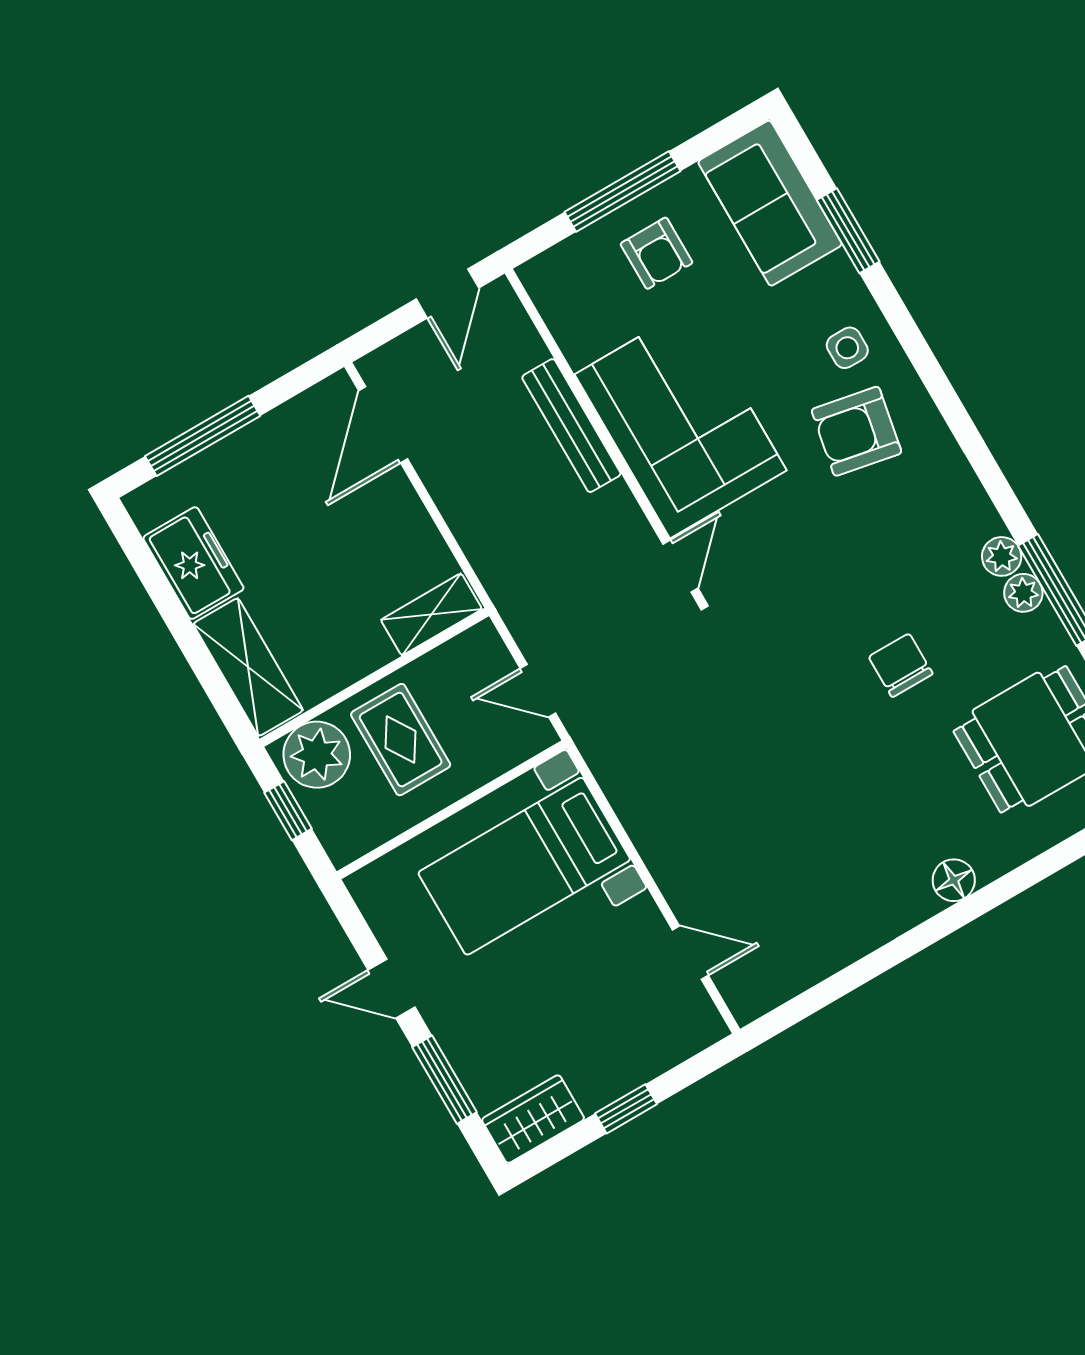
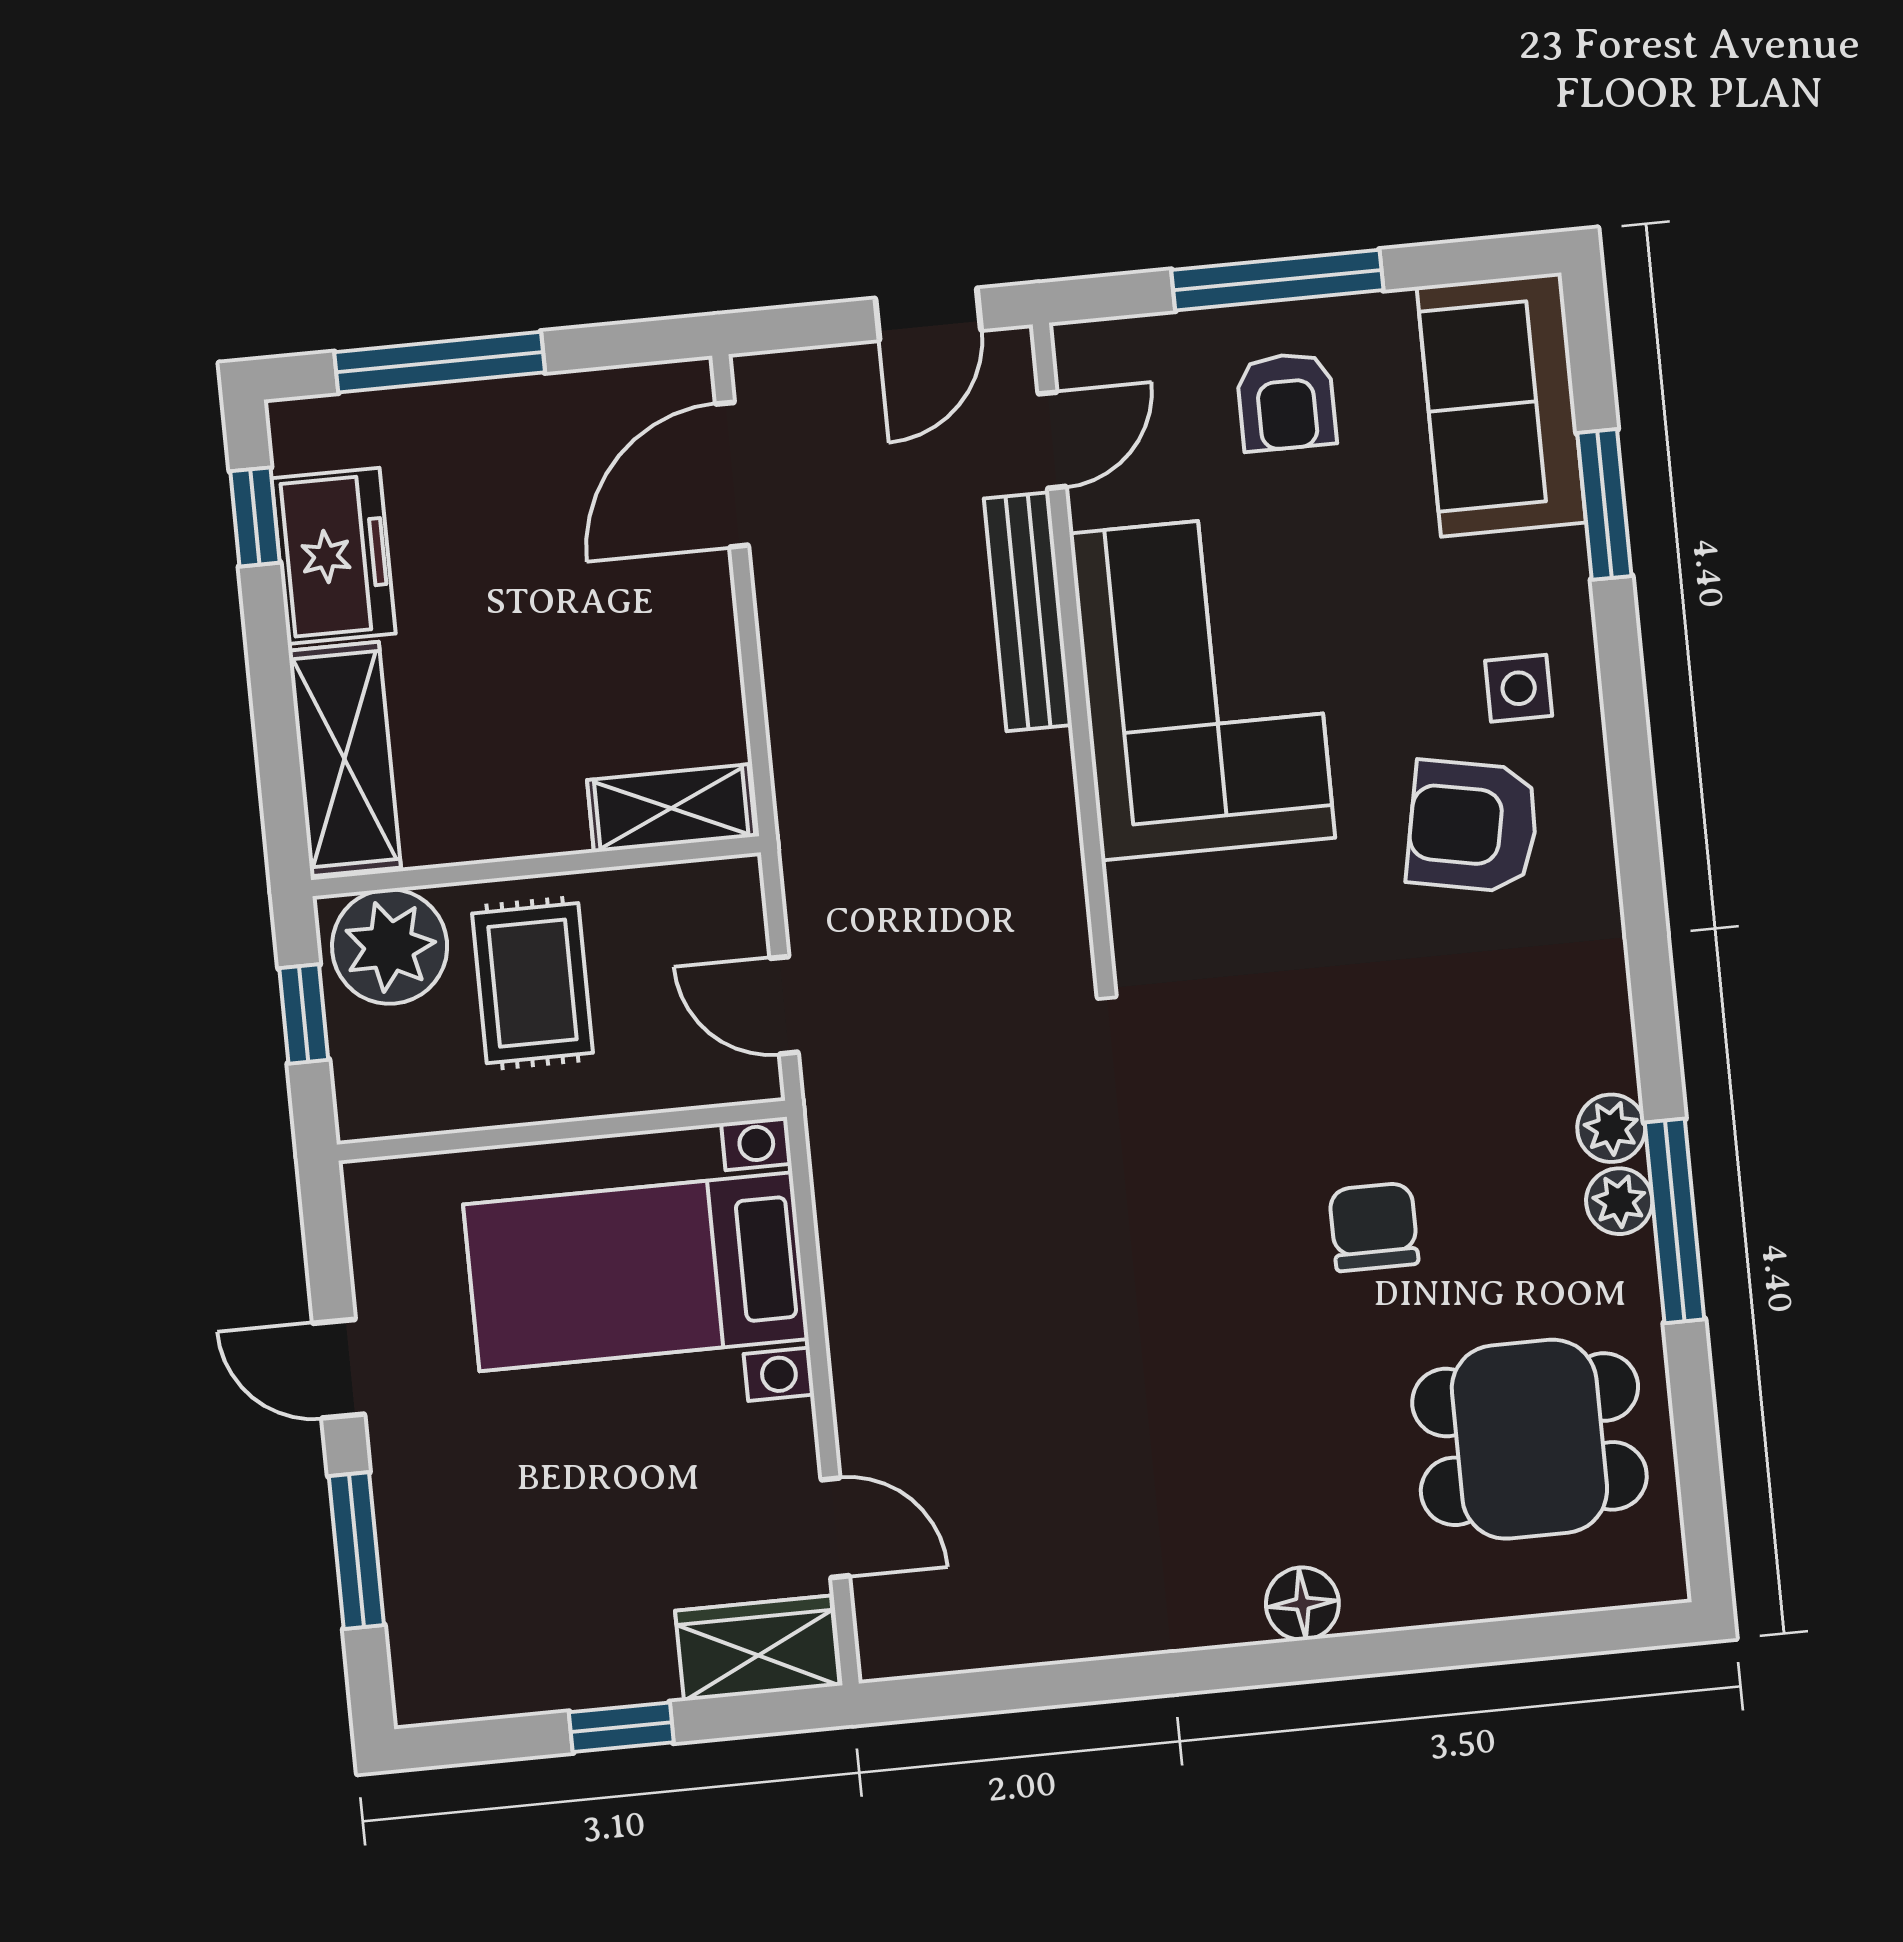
window: (143, 562) -> (255, 517), added
door: (680, 566) -> (1052, 440), moved
wardrobe: (533, 1119) -> (757, 1648), moved

